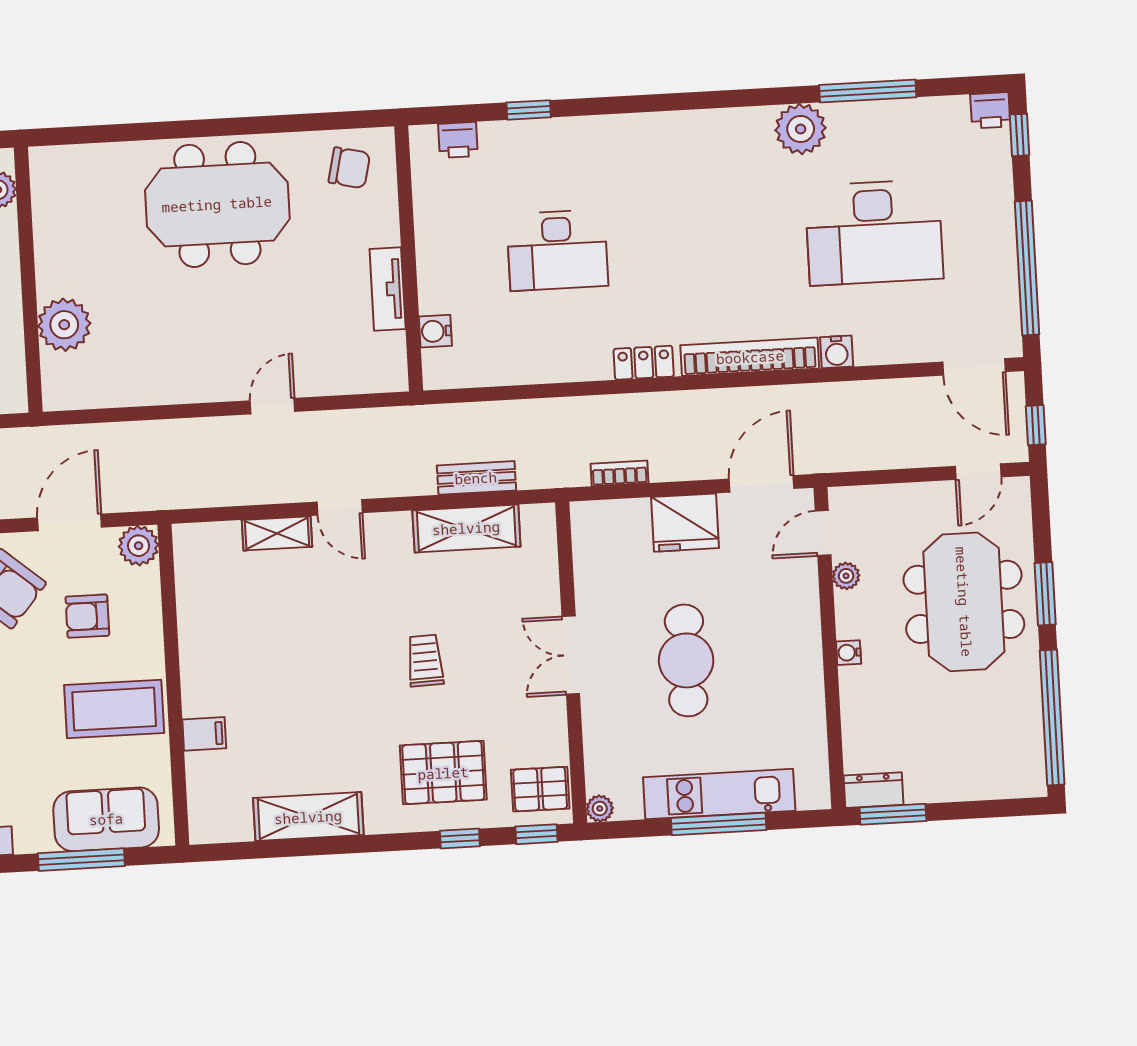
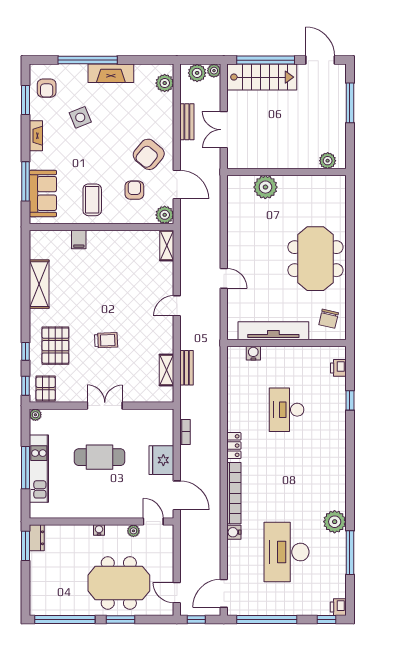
tv unit: (388, 289) -> (273, 331), width x1.92, depth x1.29
shelving: (466, 528) -> (167, 370), width x0.67, depth x0.75
shelving: (277, 533) -> (167, 245), moved
coffee table: (114, 709) -> (92, 200), width x0.73, depth x0.76

